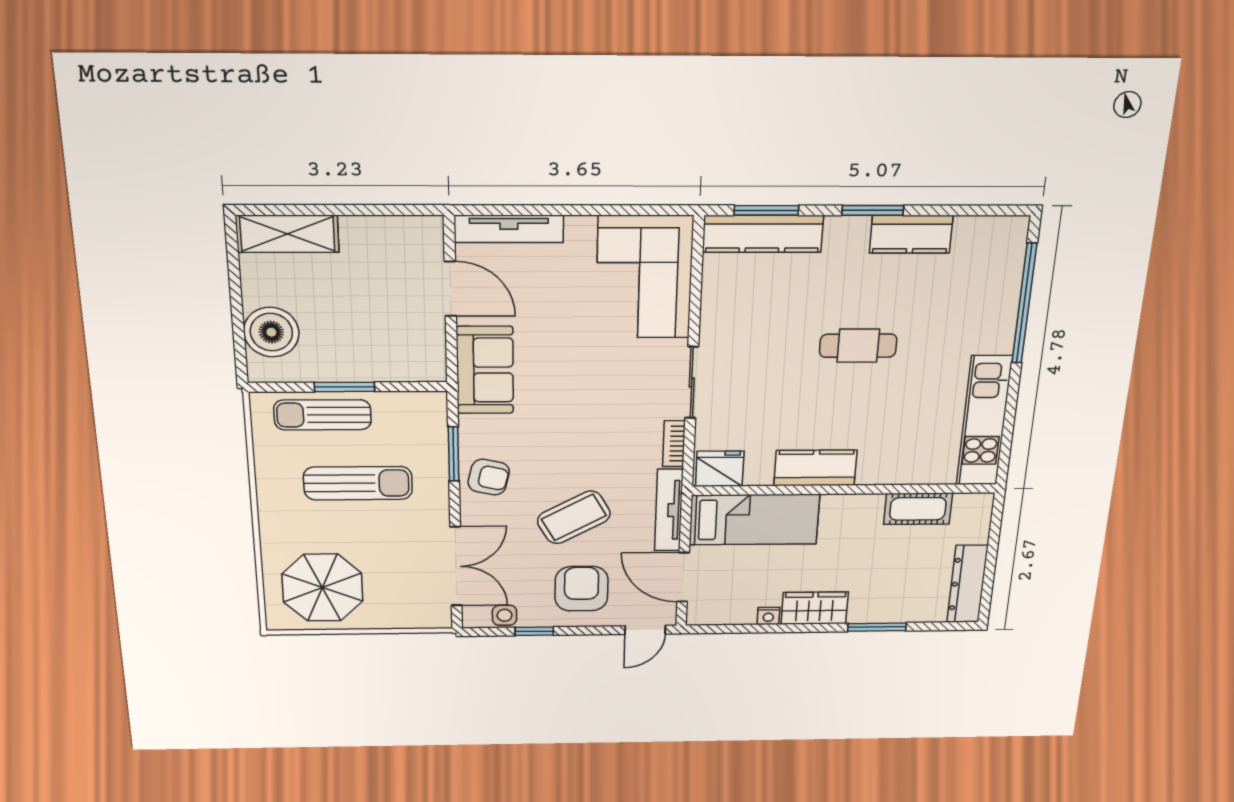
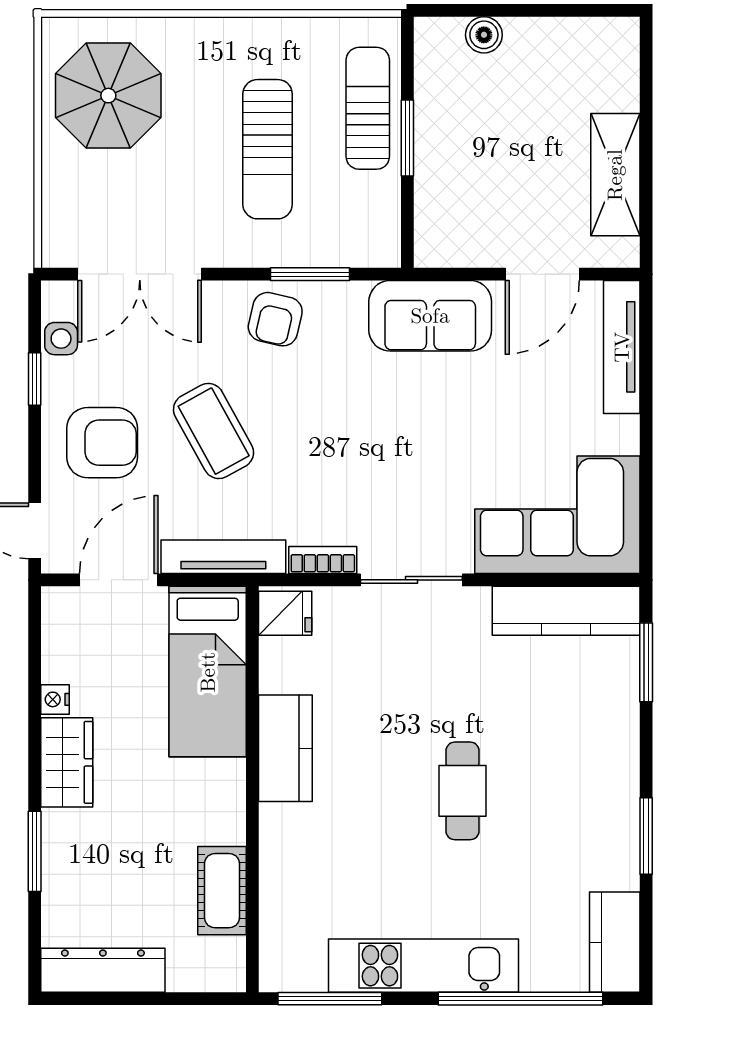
window: (873, 210) -> (646, 836), moved
shelving: (287, 234) -> (615, 175), moved
kitchen counter: (763, 234) -> (566, 611), moved, turned -90
kitchen counter: (911, 234) -> (615, 942), moved
boiler: (271, 332) -> (484, 35), width x0.54, depth x0.54
kitchen unit: (984, 421) -> (424, 966), moved
window: (1007, 437) -> (330, 999), added
fridge: (720, 469) -> (285, 613), width x0.72

